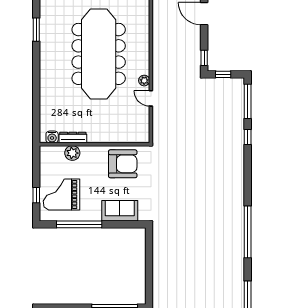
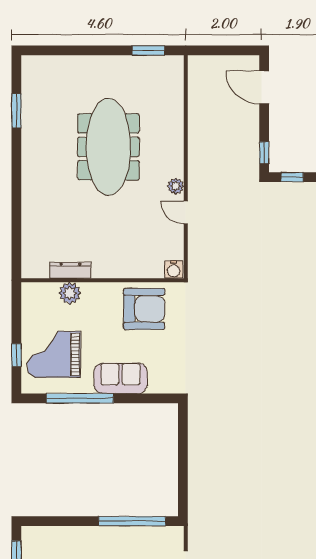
meeting table: (99, 54) -> (108, 147), width x0.73, depth x0.79
water cooler: (52, 137) -> (174, 269), moved
sofa: (120, 211) -> (121, 378), moved

